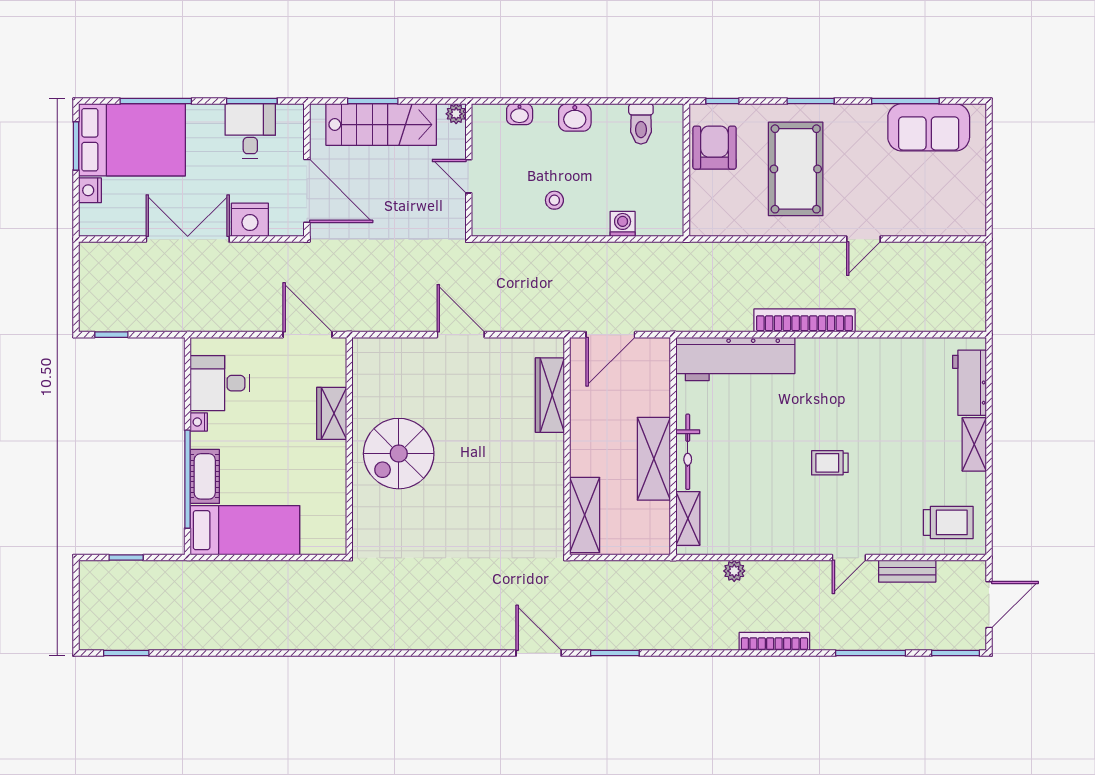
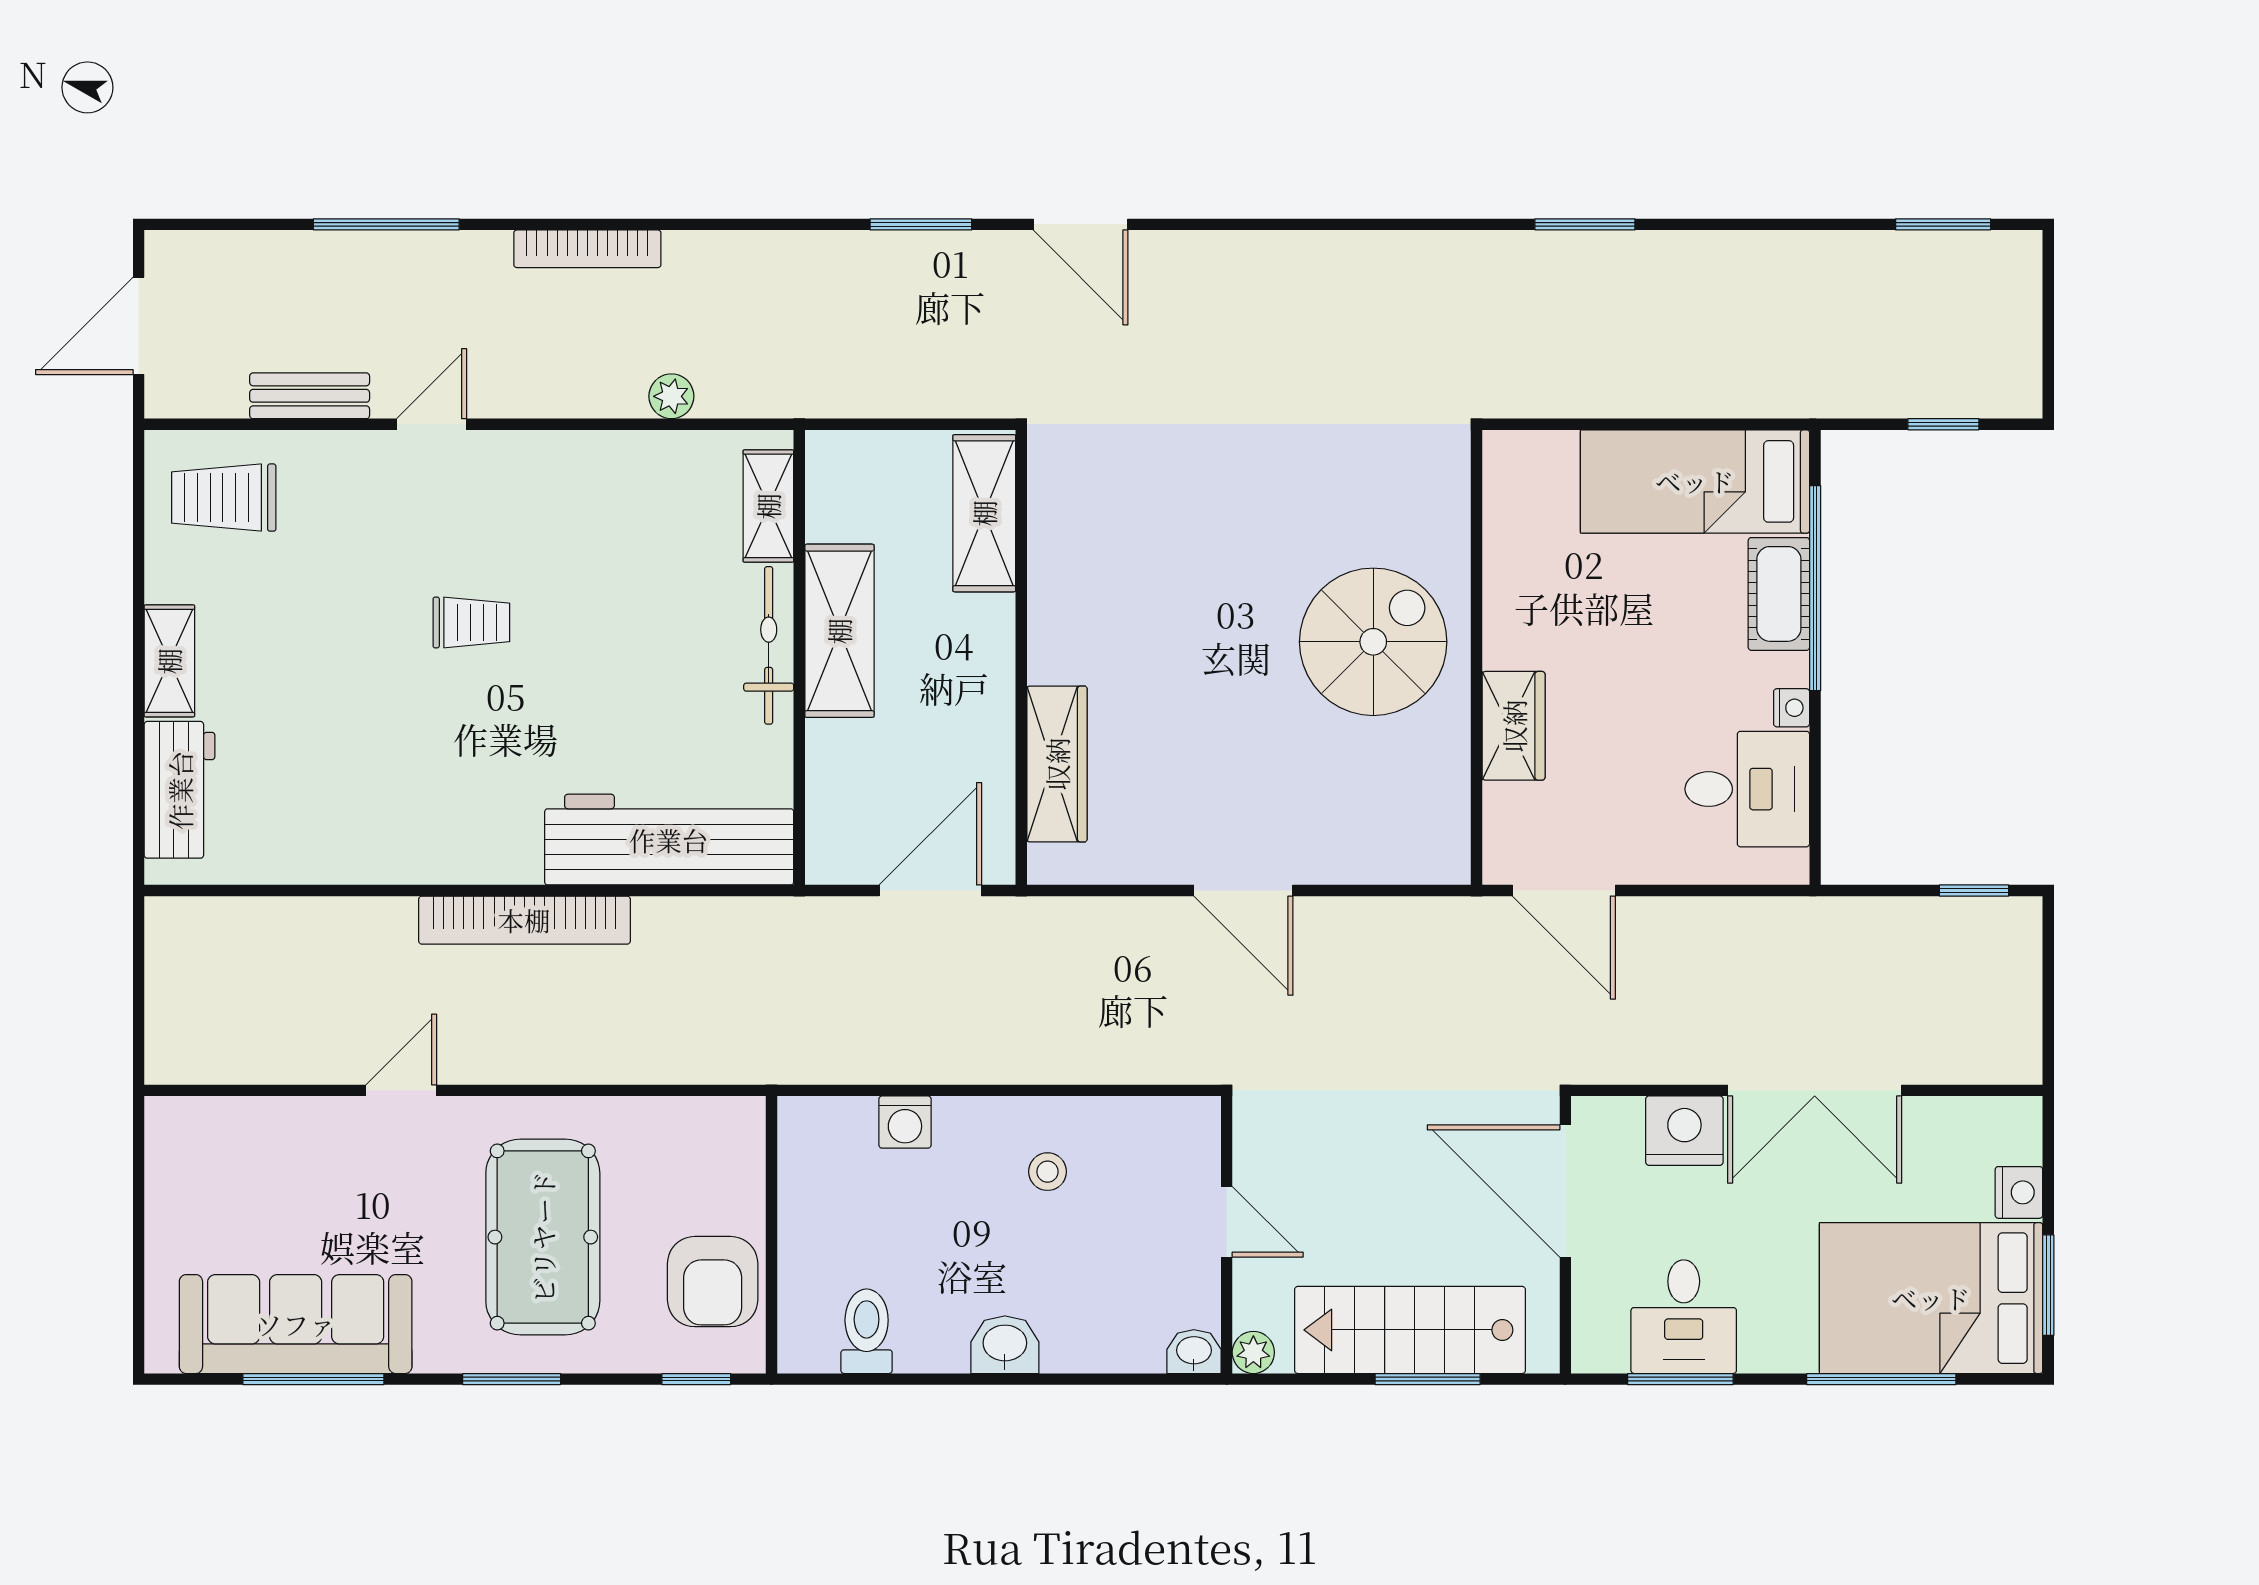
washbasin: (520, 114) -> (1194, 1352), moved
sofa: (929, 127) -> (296, 1324), width x1.36
window: (956, 653) -> (1585, 224), moved

